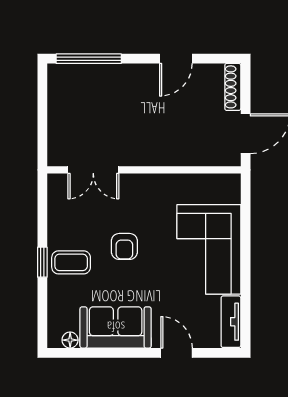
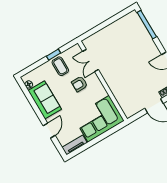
double door: (93, 170) -> (90, 61), moved
wall: (144, 170) -> (103, 81), moved

